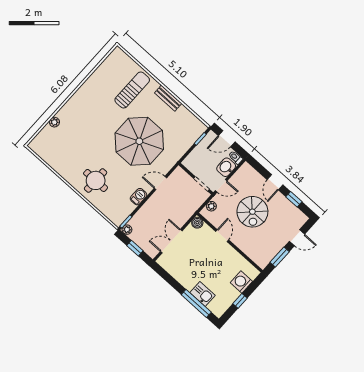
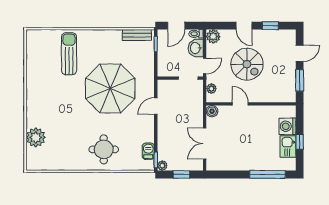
bench: (168, 98) -> (137, 35), moved
plant: (54, 122) -> (36, 137), width x1.88, depth x1.88
plant: (246, 170) -> (213, 36), added
barbecue: (139, 197) -> (148, 151), moved
kitchen sink: (203, 294) -> (288, 147), moved, turned -90

